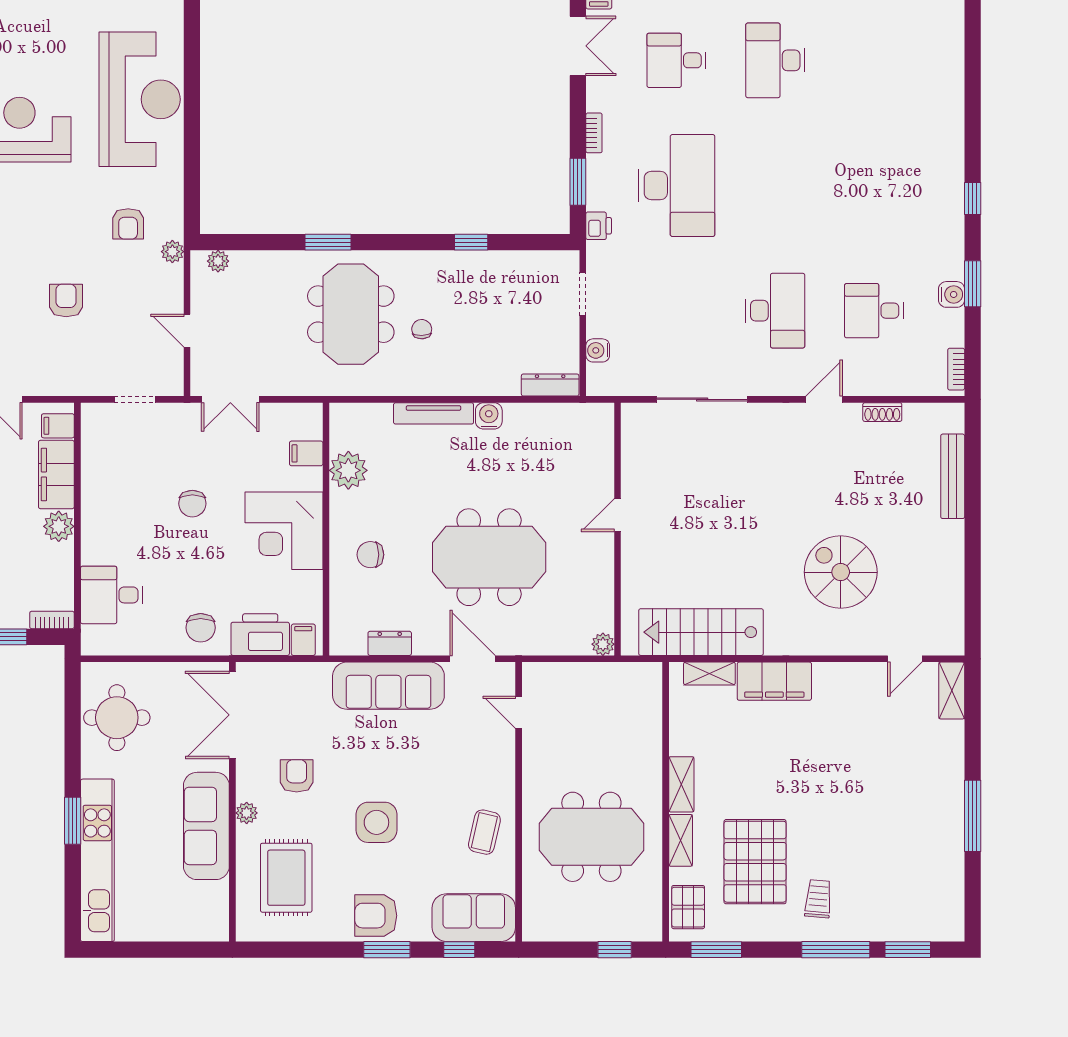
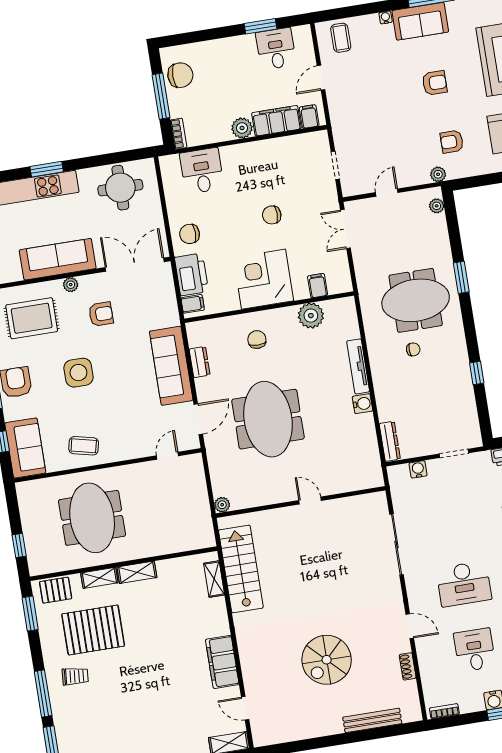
armchair: (66, 300) -> (435, 83), moved
spiral stairs: (841, 572) -> (327, 660), moved, turned 180
filing cabinet: (774, 681) -> (222, 662), moved

